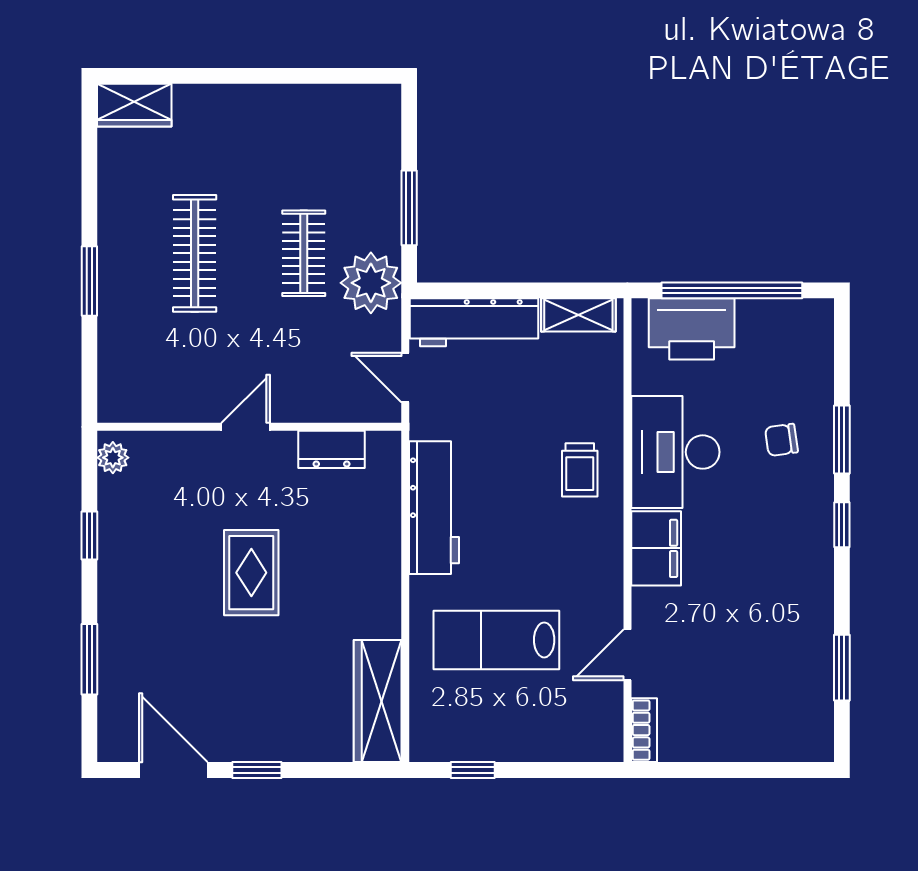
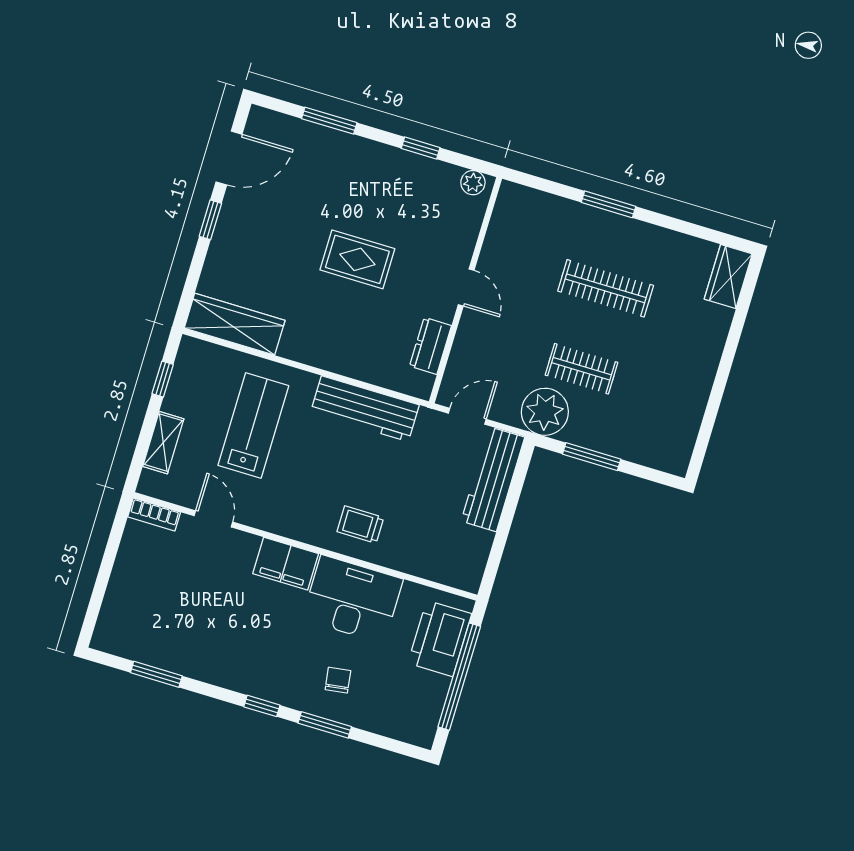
shelving: (578, 315) -> (163, 443), moved

